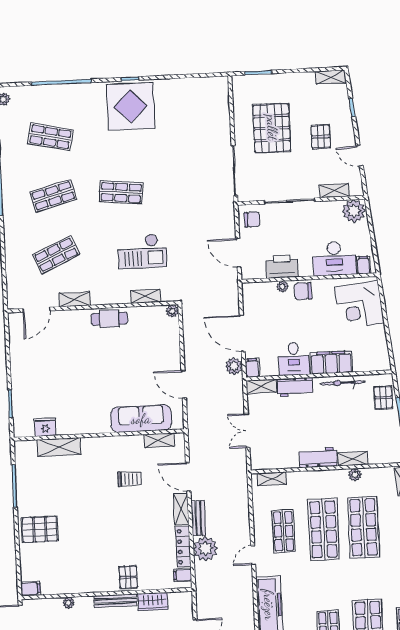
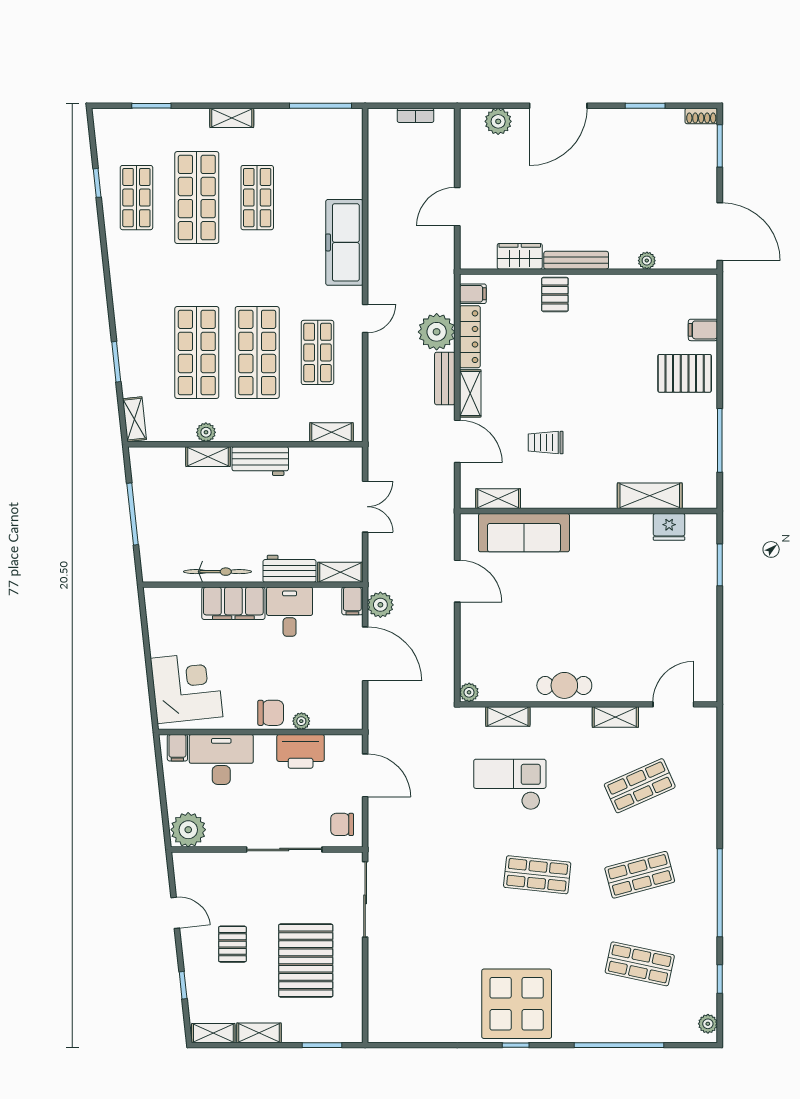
shelving: (334, 191) -> (259, 1033), moved
pallet: (383, 398) -> (158, 546), removed
filing cabinet: (31, 589) -> (703, 330), moved

